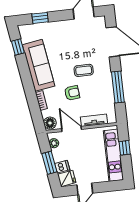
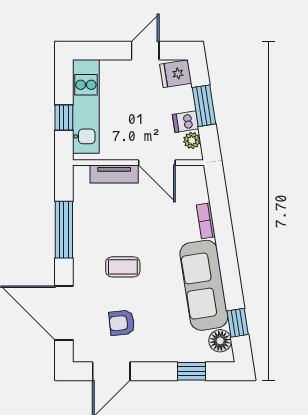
armchair: (72, 93) -> (122, 323), moved
floor lamp: (50, 123) -> (220, 341), moved
dishwasher: (62, 167) -> (186, 122), moved

